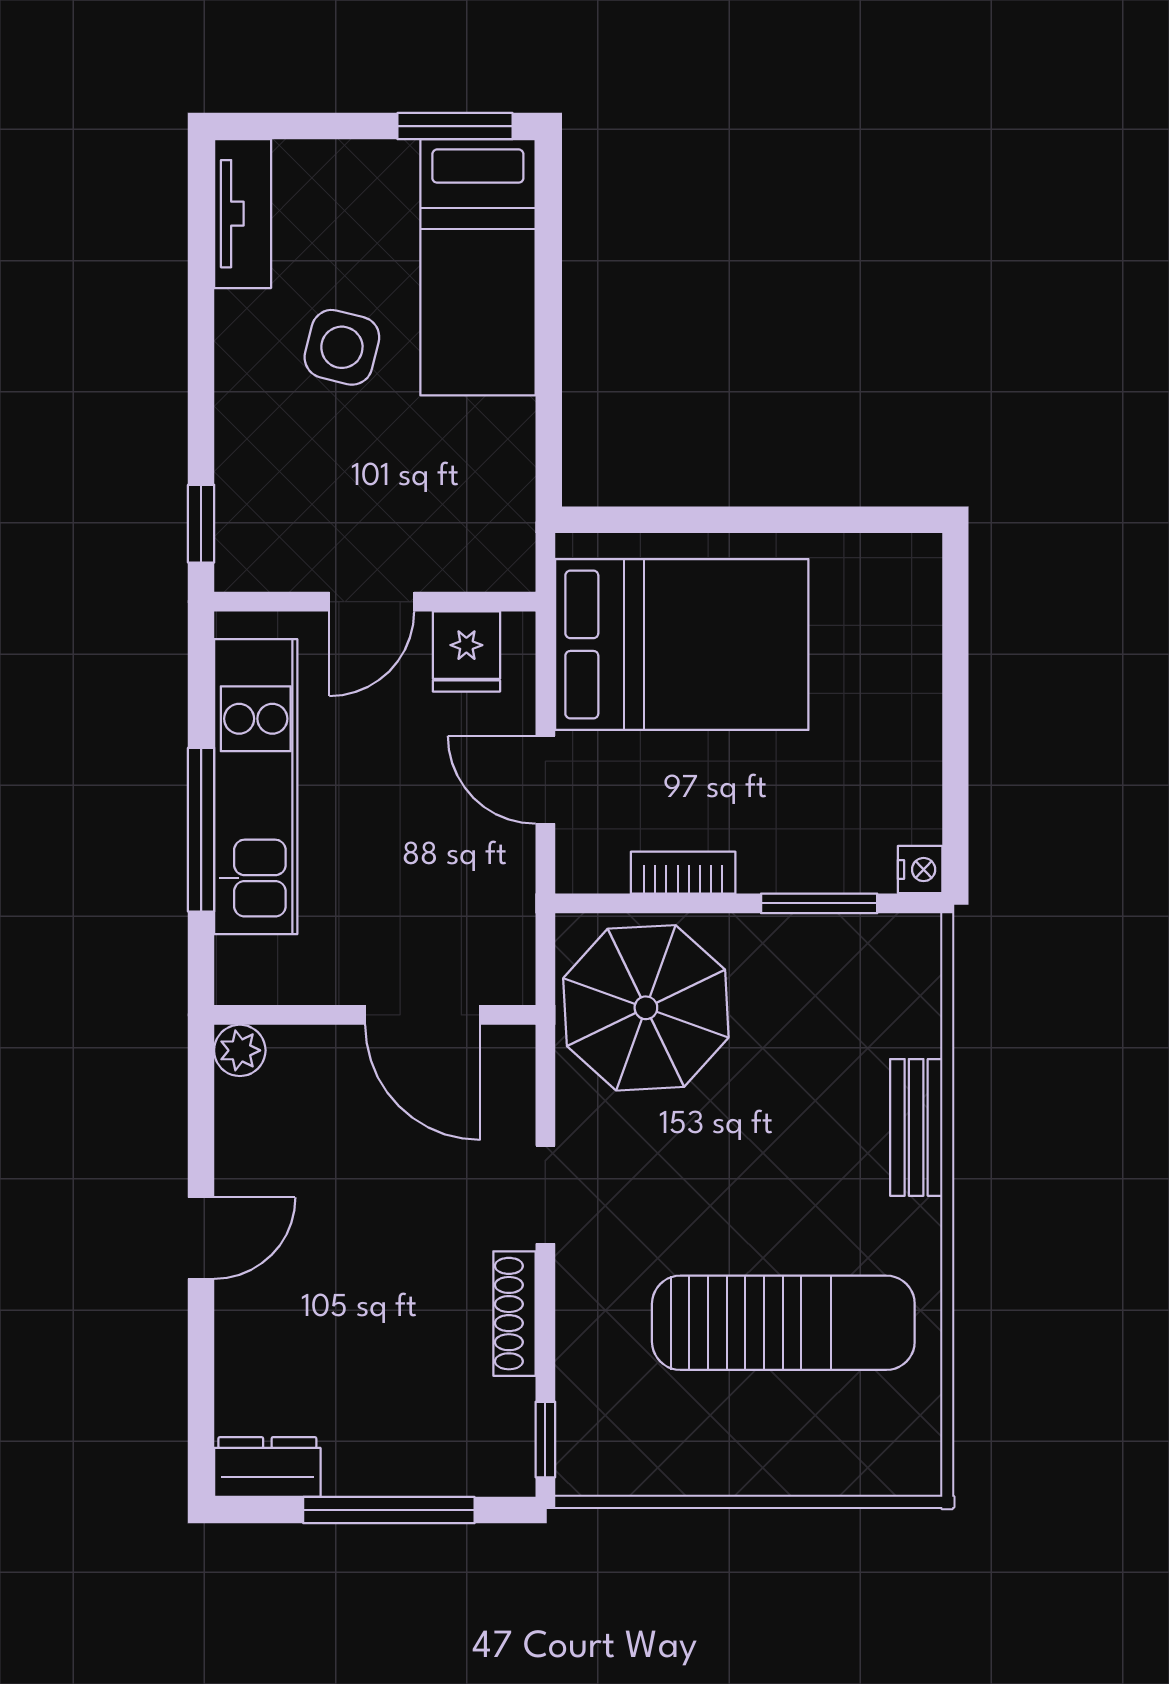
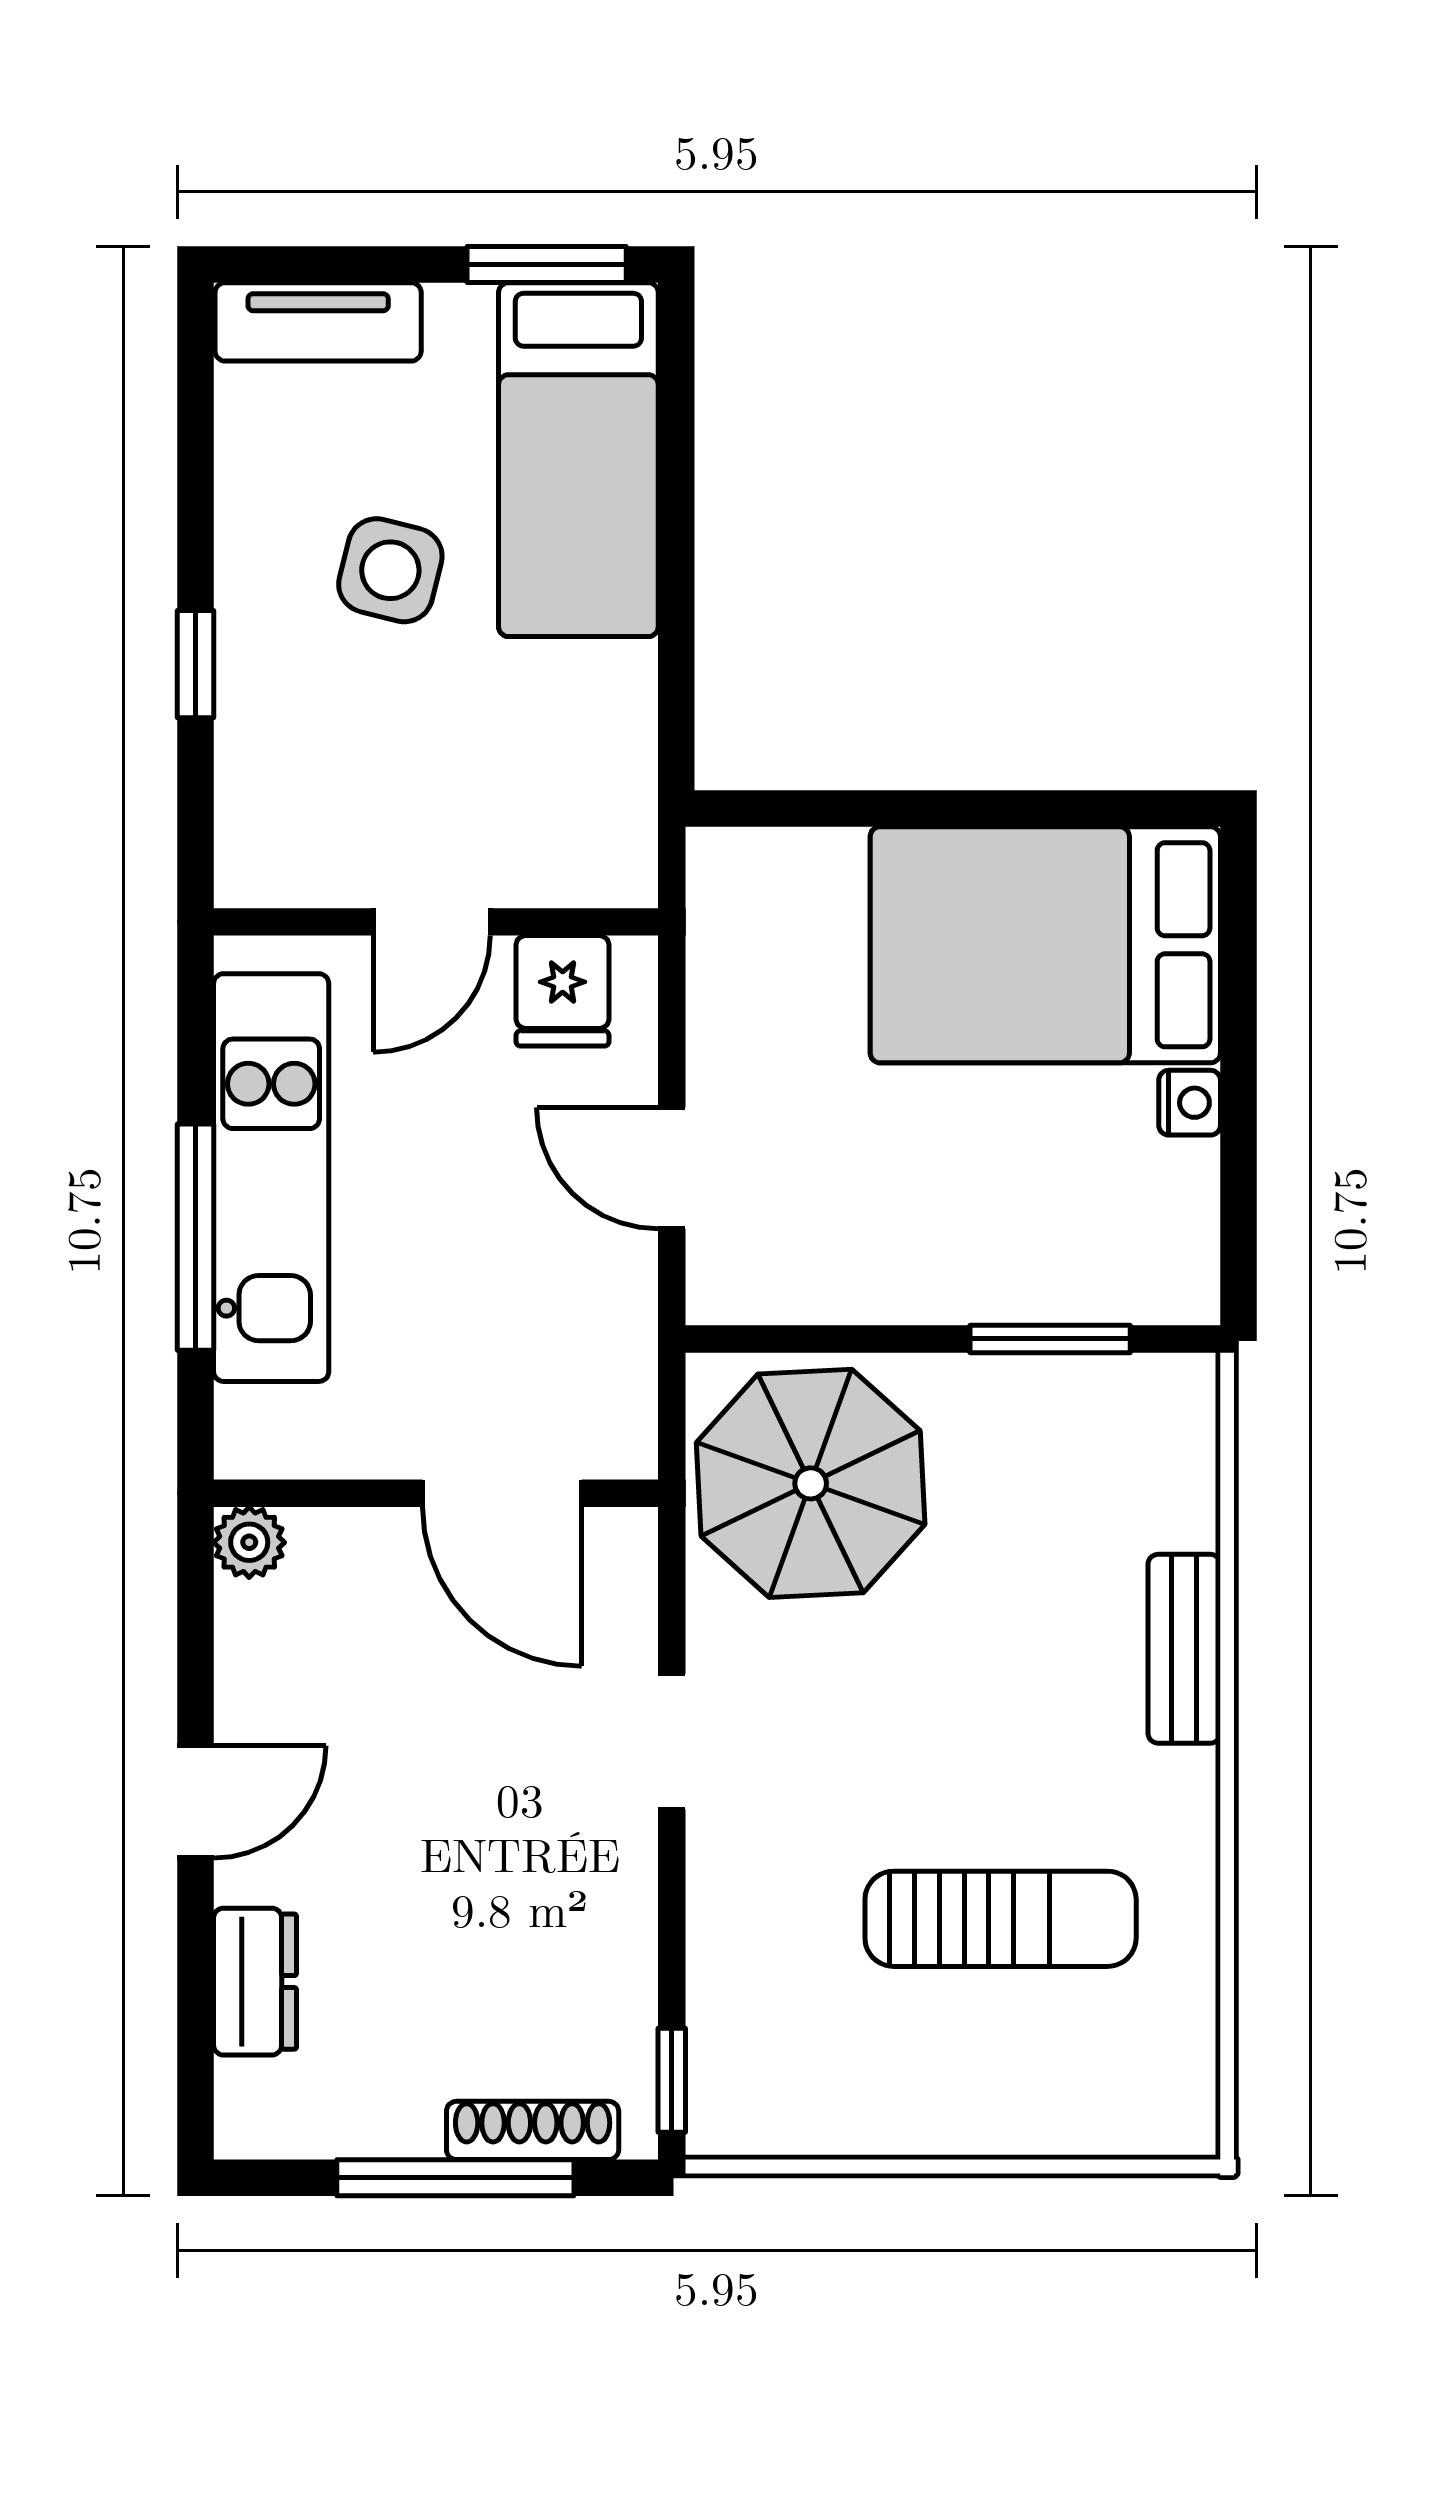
tv unit: (243, 214) -> (318, 322), moved, turned 90
window: (201, 524) -> (196, 664), moved
bed: (682, 645) -> (1045, 945), moved, turned 180
nightstand: (920, 870) -> (1190, 1103), moved
bookcase: (683, 873) -> (862, 1296), removed
shoe rack: (514, 1314) -> (533, 2130), moved, turned 90
sun lounger: (783, 1323) -> (1001, 1919), width x0.73, depth x0.75
dresser: (267, 1467) -> (255, 1982), moved, turned 90

